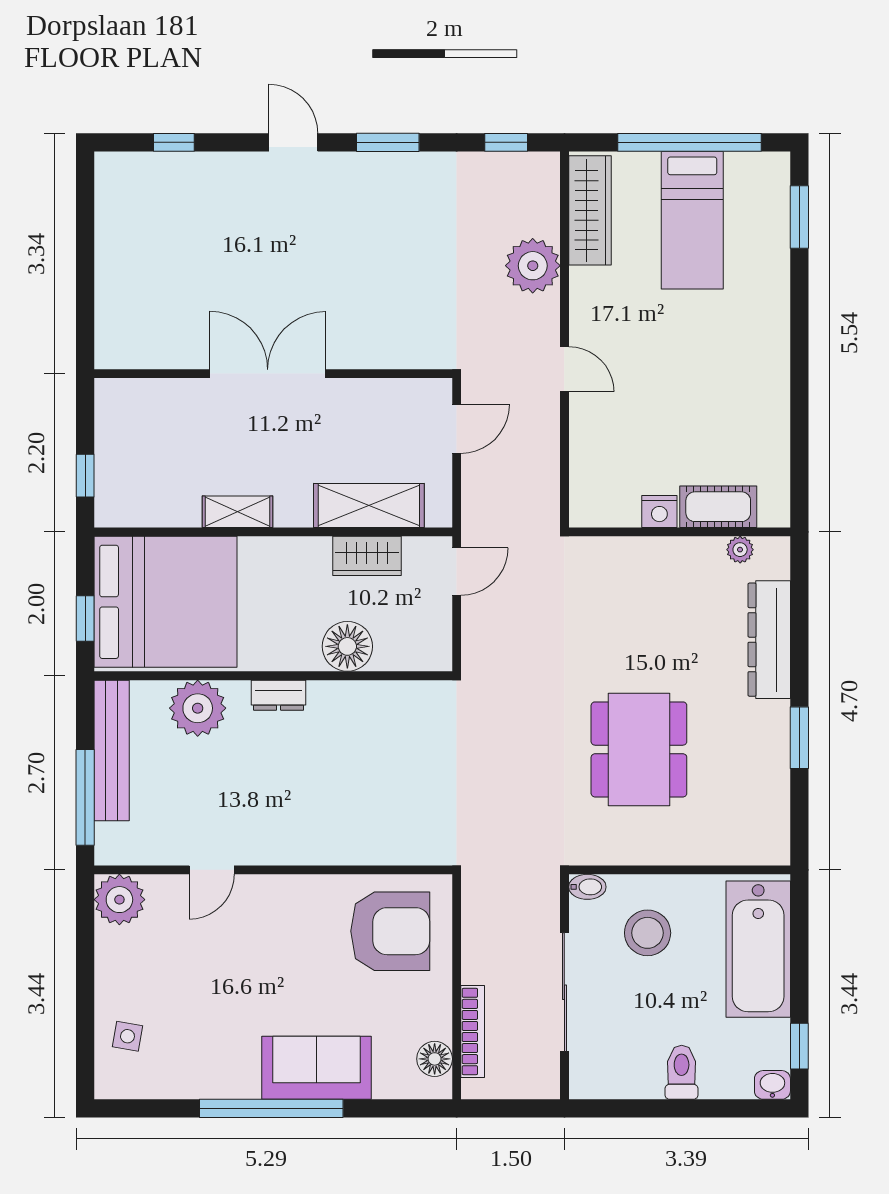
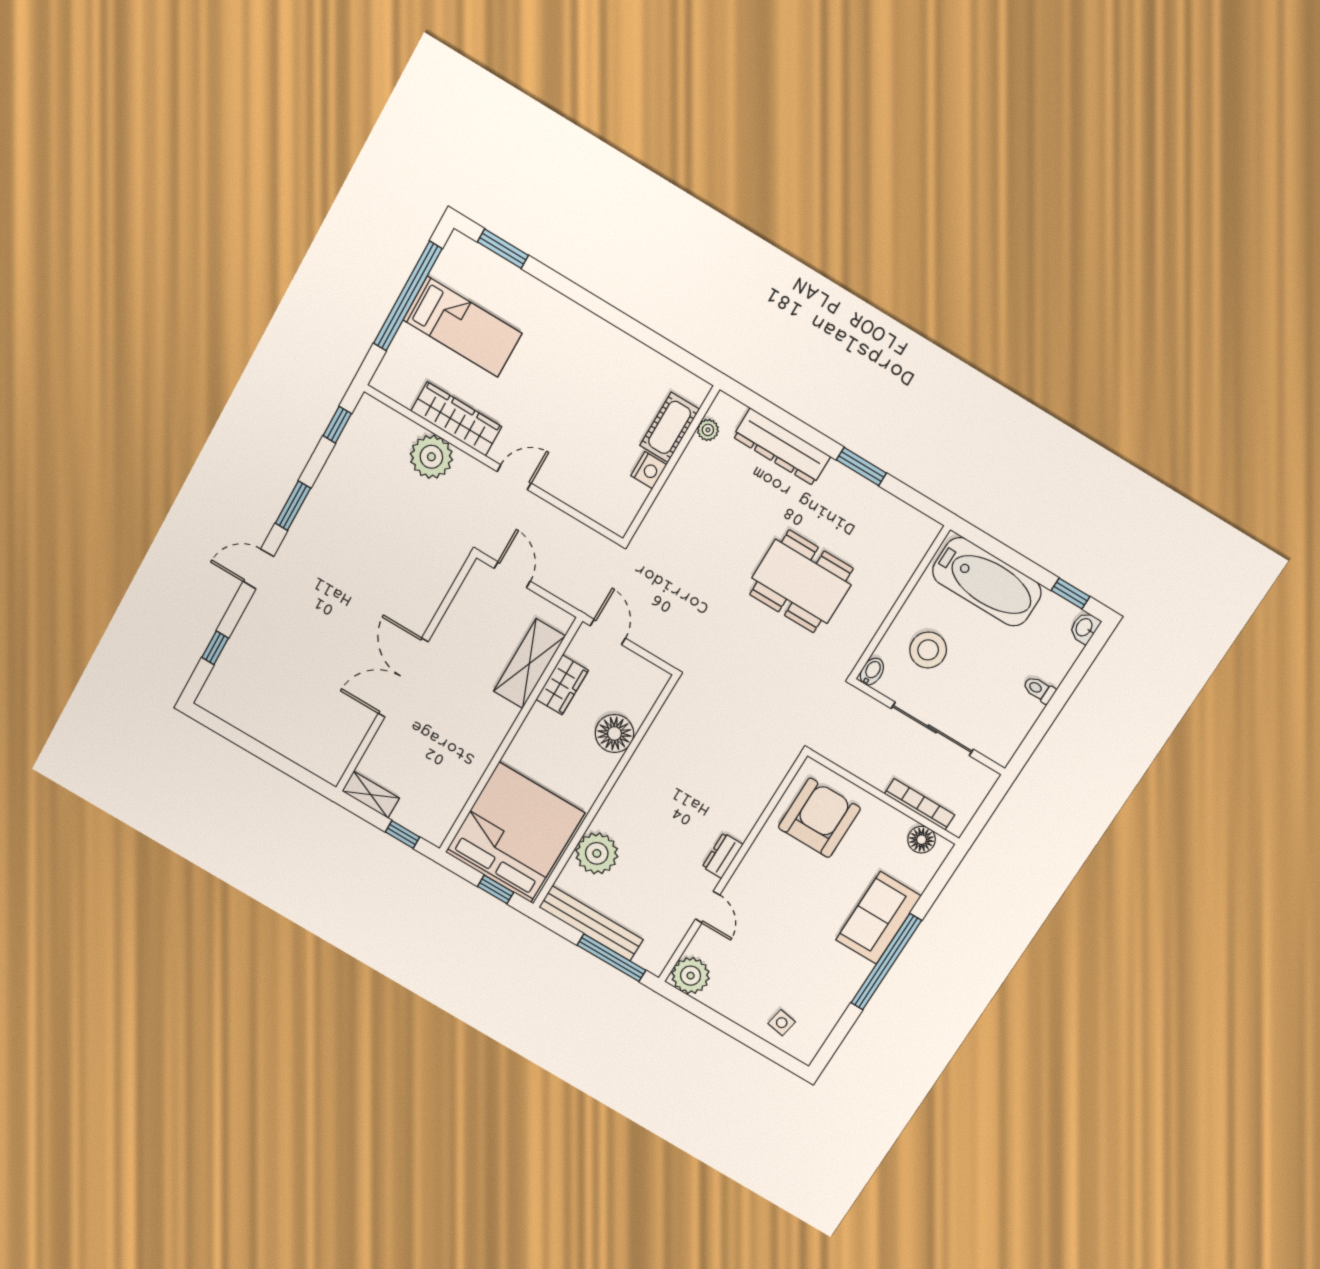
wardrobe: (590, 210) -> (456, 419), moved
shelving: (238, 512) -> (371, 795), moved, turned 90
dresser: (279, 695) -> (723, 856), moved, turned 180
toilet: (682, 1072) -> (1039, 690), width x0.73, depth x0.72

